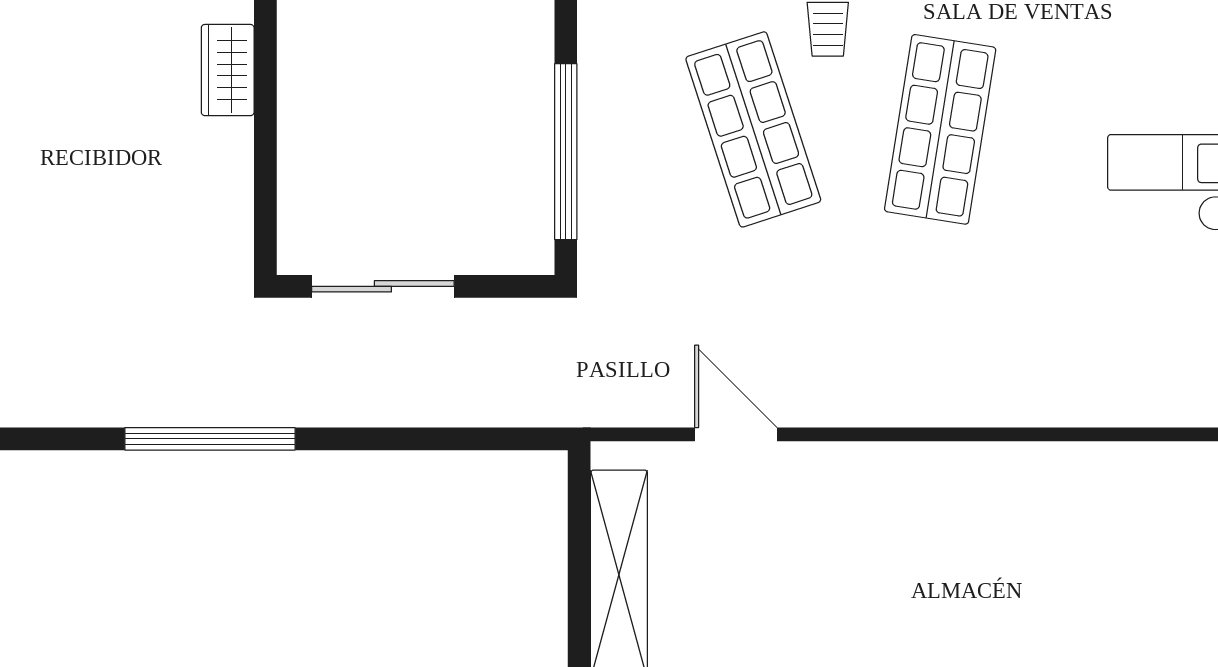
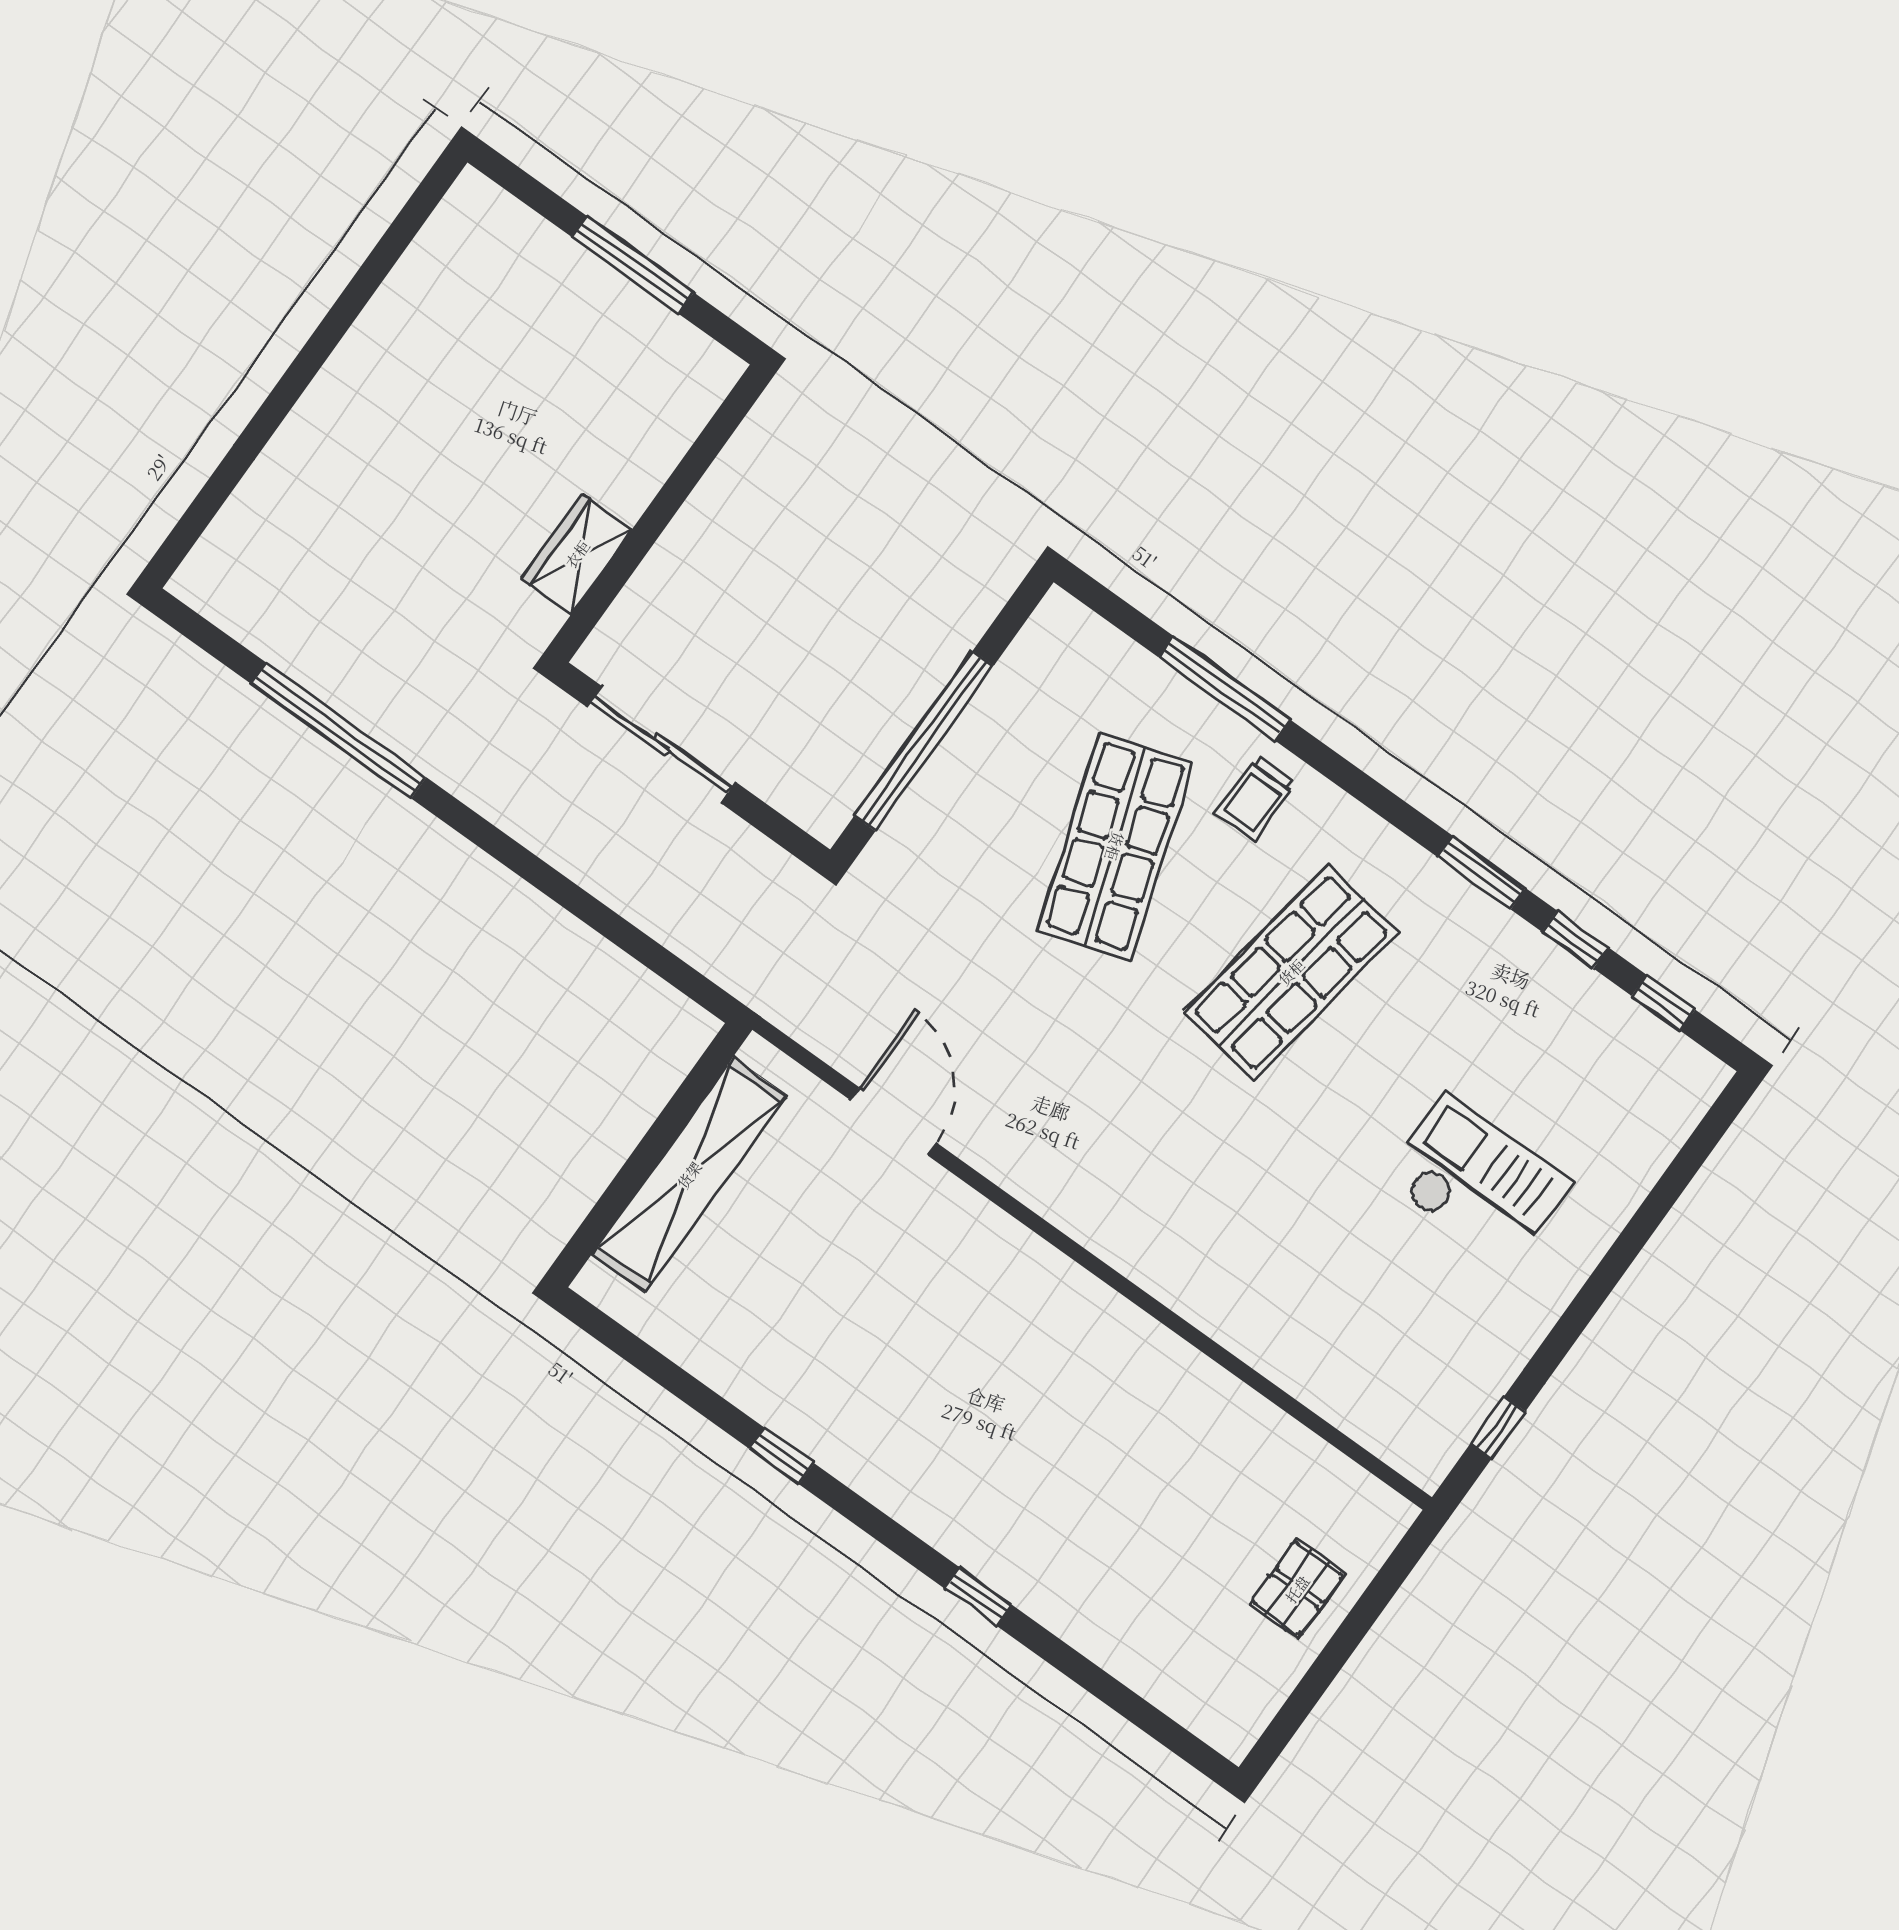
wardrobe: (228, 70) -> (577, 554), moved
window: (210, 439) -> (338, 730), moved

